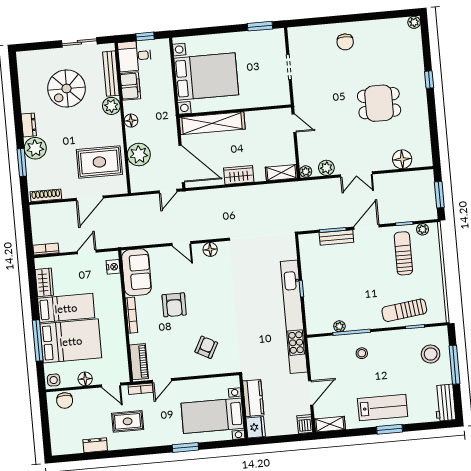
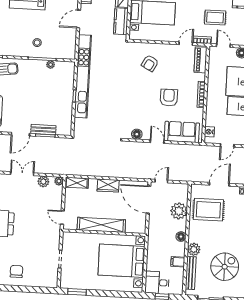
desk: (135, 56) -> (157, 283), moved, turned 180
filing cabinet: (130, 86) -> (178, 262), width x0.50
shelving: (212, 123) -> (101, 225), moved
sofa: (137, 272) -> (182, 132), moved, turned 90

